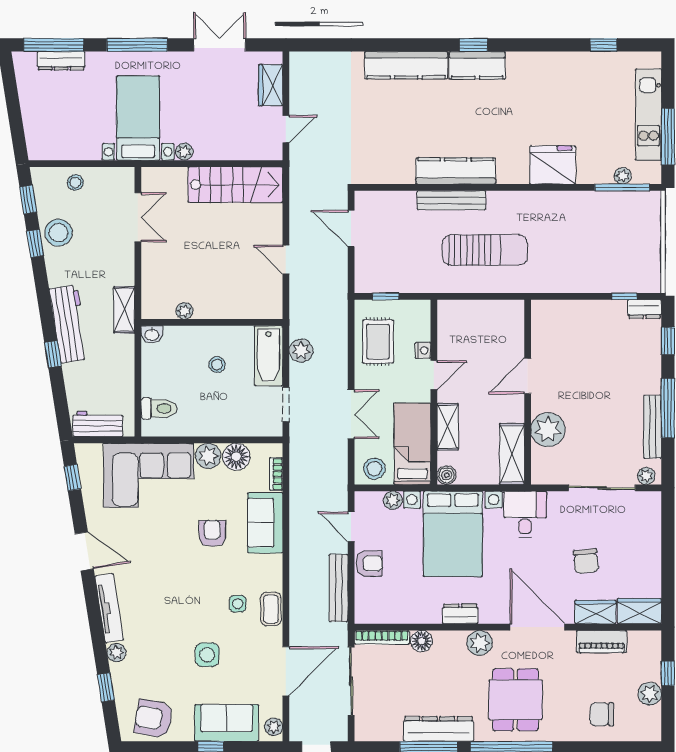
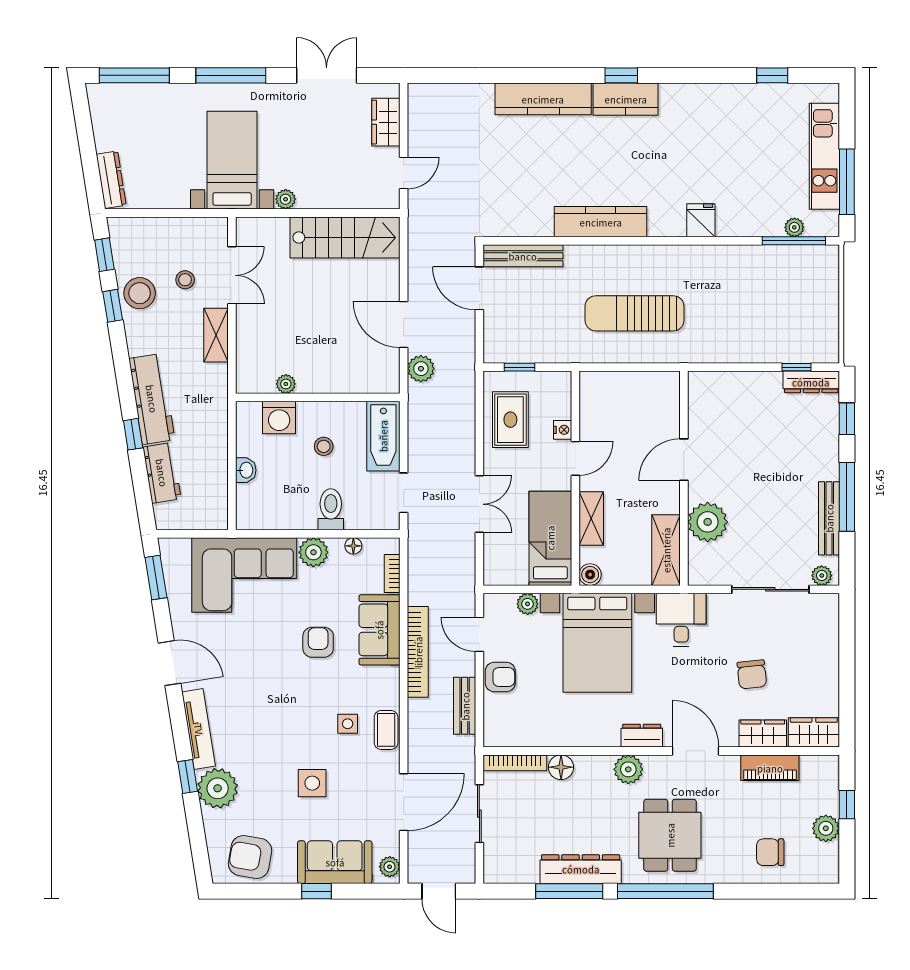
dresser: (61, 61) -> (111, 180), moved, turned -99
fridge: (553, 165) -> (701, 220), width x0.53, depth x0.75
stool: (75, 182) -> (185, 280), moved
bench: (451, 200) -> (523, 256), moved
sun lounger: (485, 250) -> (635, 313), turned 180
door: (286, 260) -> (404, 325), width x1.38
dresser: (645, 309) -> (811, 382), width x1.44
shelving: (124, 310) -> (216, 335), moved
washbasin: (152, 334) -> (246, 470), moved, turned -90
washing machine: (179, 340) -> (279, 418), added
plant: (301, 351) -> (421, 369), moved
toilet: (159, 408) -> (331, 509), moved, turned -90
workbench: (98, 424) -> (162, 473), moved, turned 81
floor lamp: (236, 457) -> (353, 546), width x0.53, depth x0.53
stool: (374, 469) -> (506, 567), removed
window: (72, 478) -> (156, 577), width x1.50
bookcase: (298, 542) -> (418, 652), added
bench: (339, 588) -> (465, 706), width x0.73
dresser: (460, 614) -> (642, 736), moved
door: (538, 627) -> (696, 751), width x0.73
plant: (116, 653) -> (218, 788), width x1.88, depth x1.88
sliding door: (351, 681) -> (479, 814), width x0.73
window: (106, 687) -> (188, 777), moved

